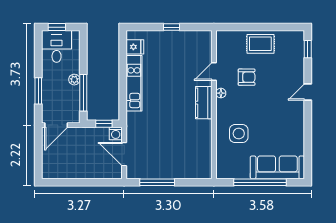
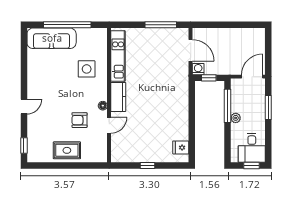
kitchen unit: (134, 83) -> (118, 56), moved, turned 180

